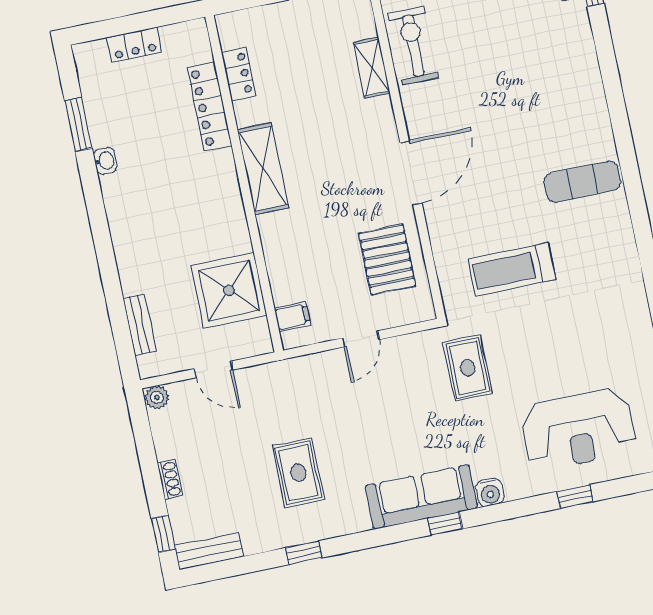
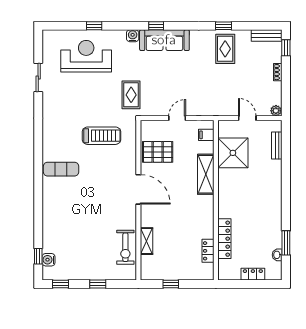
washbasin: (105, 161) -> (277, 255), moved
shelving: (263, 169) -> (206, 174), moved
door: (411, 173) -> (138, 189), swing flipped
pallet: (387, 260) -> (158, 152), turned 90
rug: (298, 473) -> (225, 49), moved

